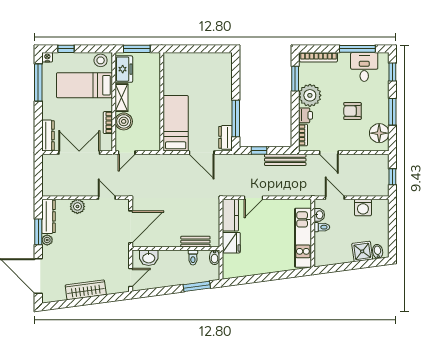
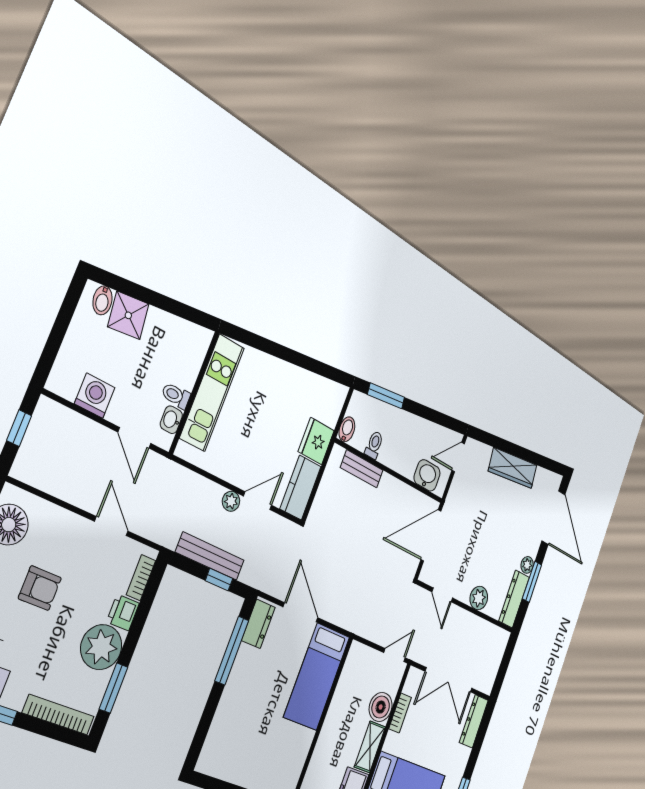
bench: (285, 160) -> (210, 556), moved
plant: (269, 191) -> (231, 501), added

